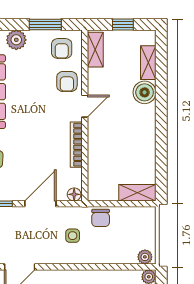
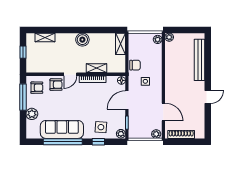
window: (45, 24) -> (23, 97), width x1.44
shelving: (95, 50) -> (96, 68), moved
boiler: (145, 92) -> (82, 40), moved
door: (85, 106) -> (70, 74), swing flipped
door: (40, 204) -> (127, 100), hinge flipped

